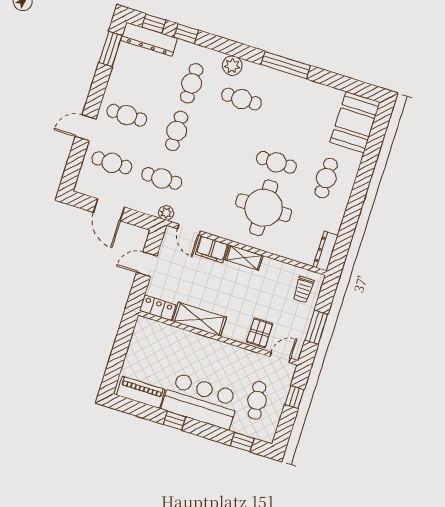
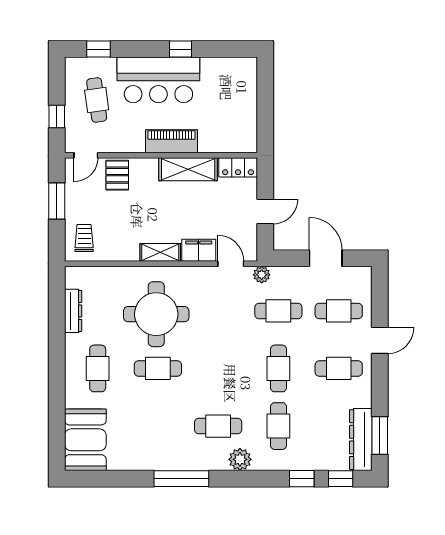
dresser: (149, 39) -> (361, 440), moved, turned -90
dresser: (326, 251) -> (73, 311), moved
piano: (141, 392) -> (171, 141), moved, turned 180

